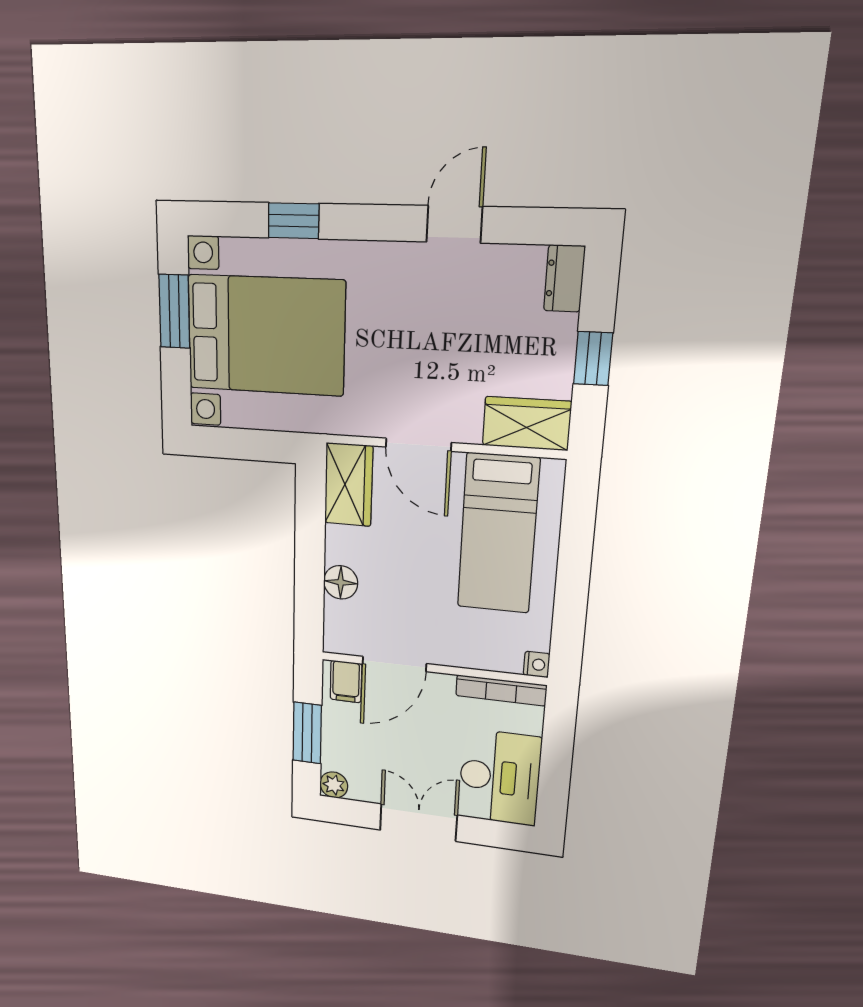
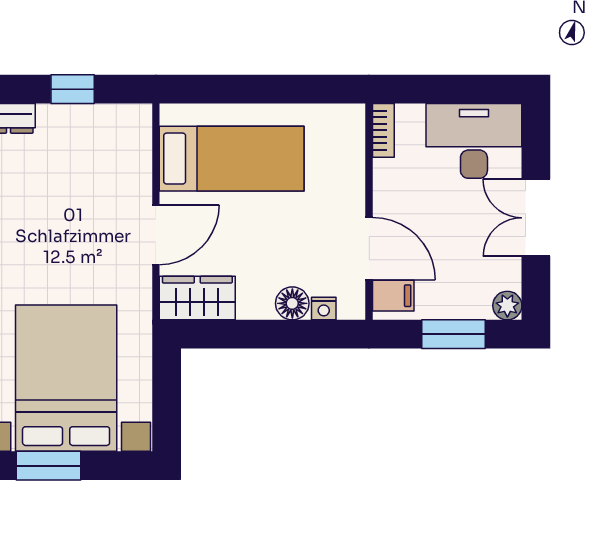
wardrobe: (527, 424) -> (131, 140), removed
nightstand: (537, 665) -> (324, 309), moved, turned 180
bookcase: (501, 690) -> (383, 130), width x0.64

